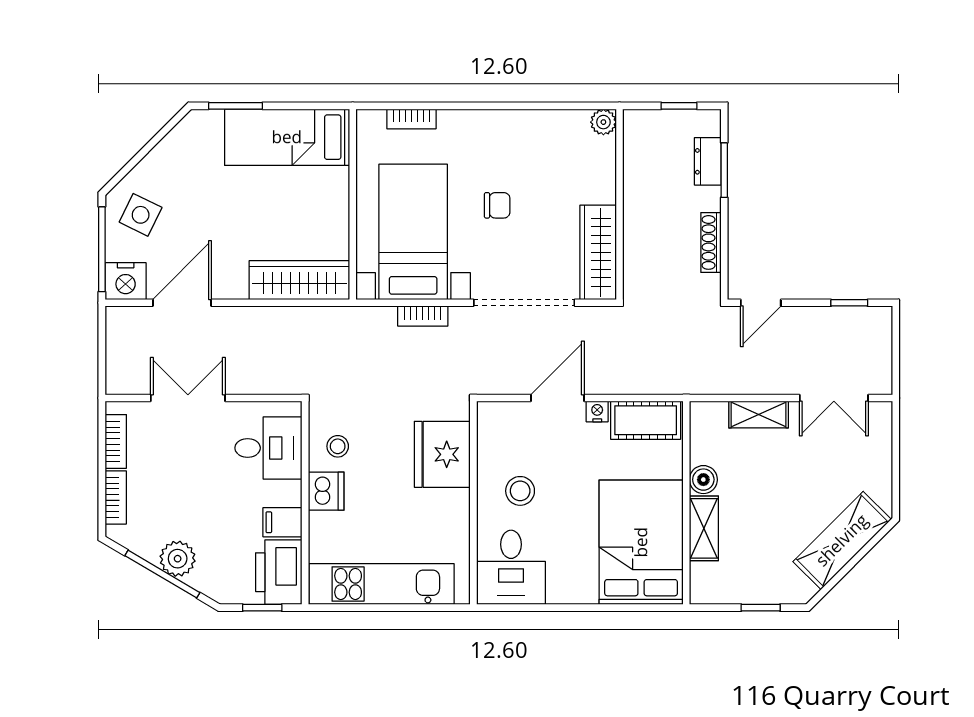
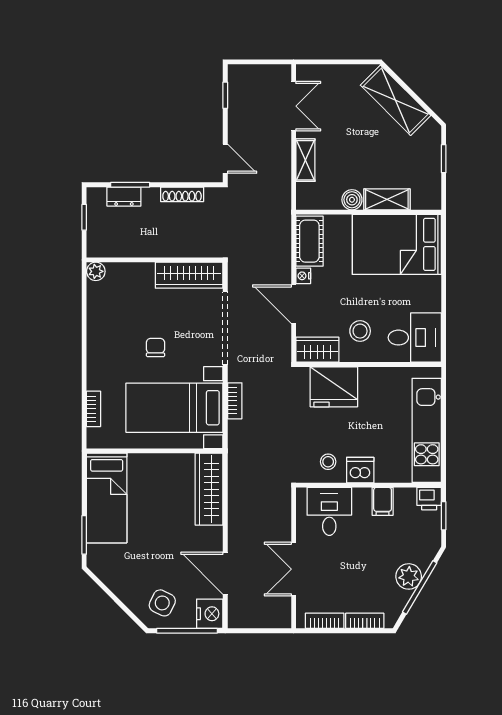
wardrobe: (494, 431) -> (317, 350), added
printer: (279, 572) -> (429, 499), width x0.53, depth x0.68

